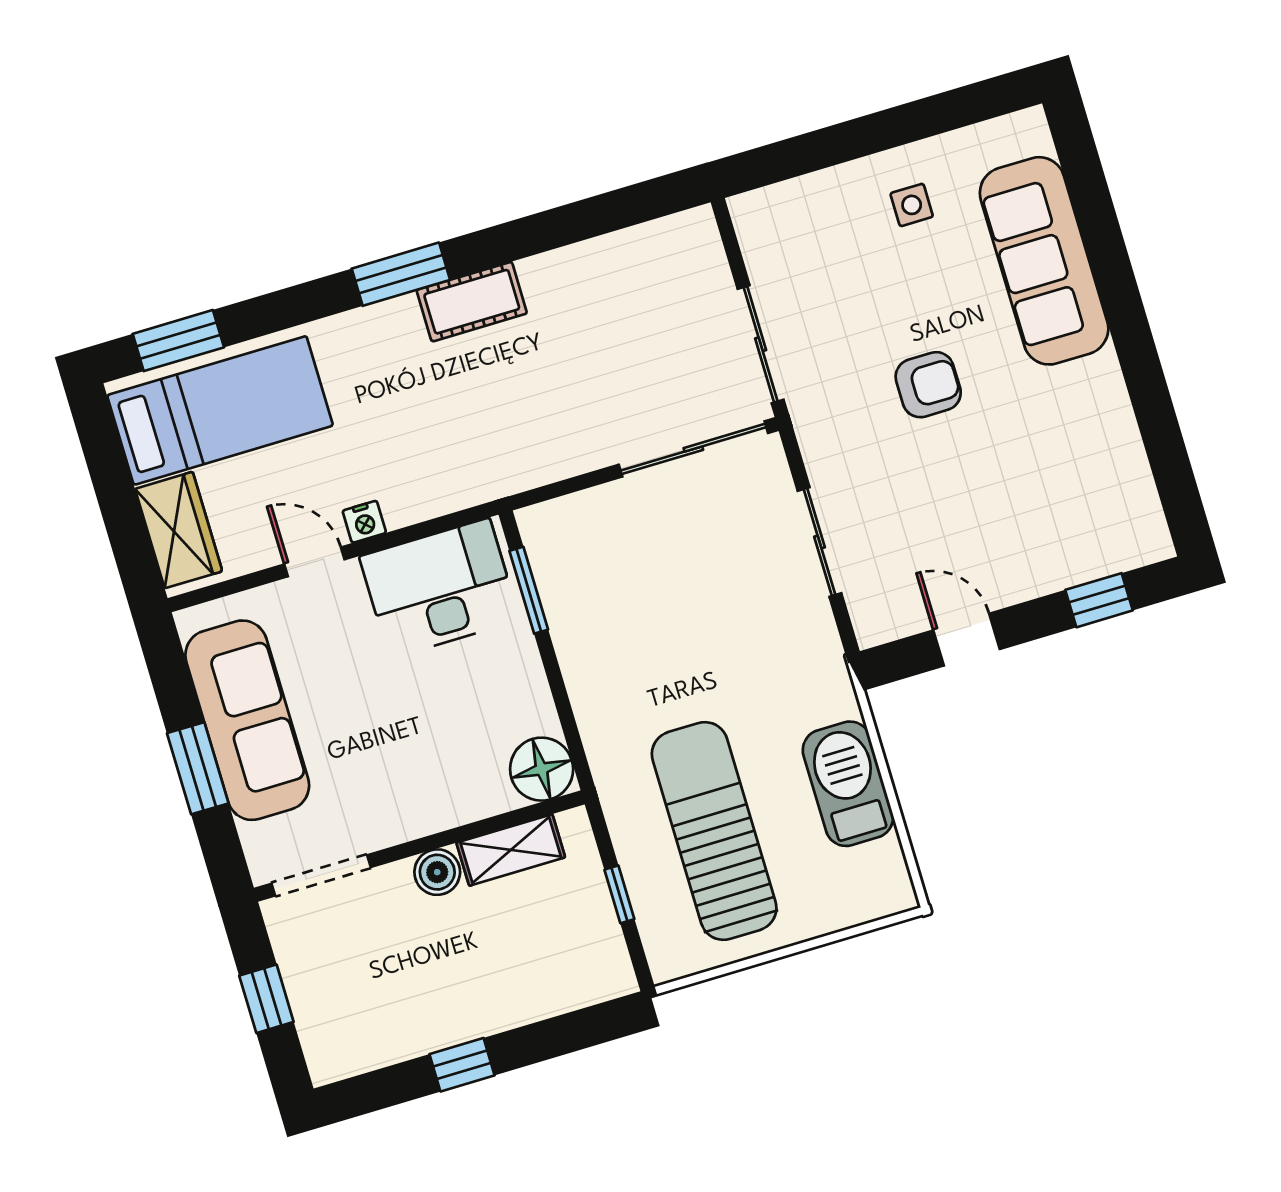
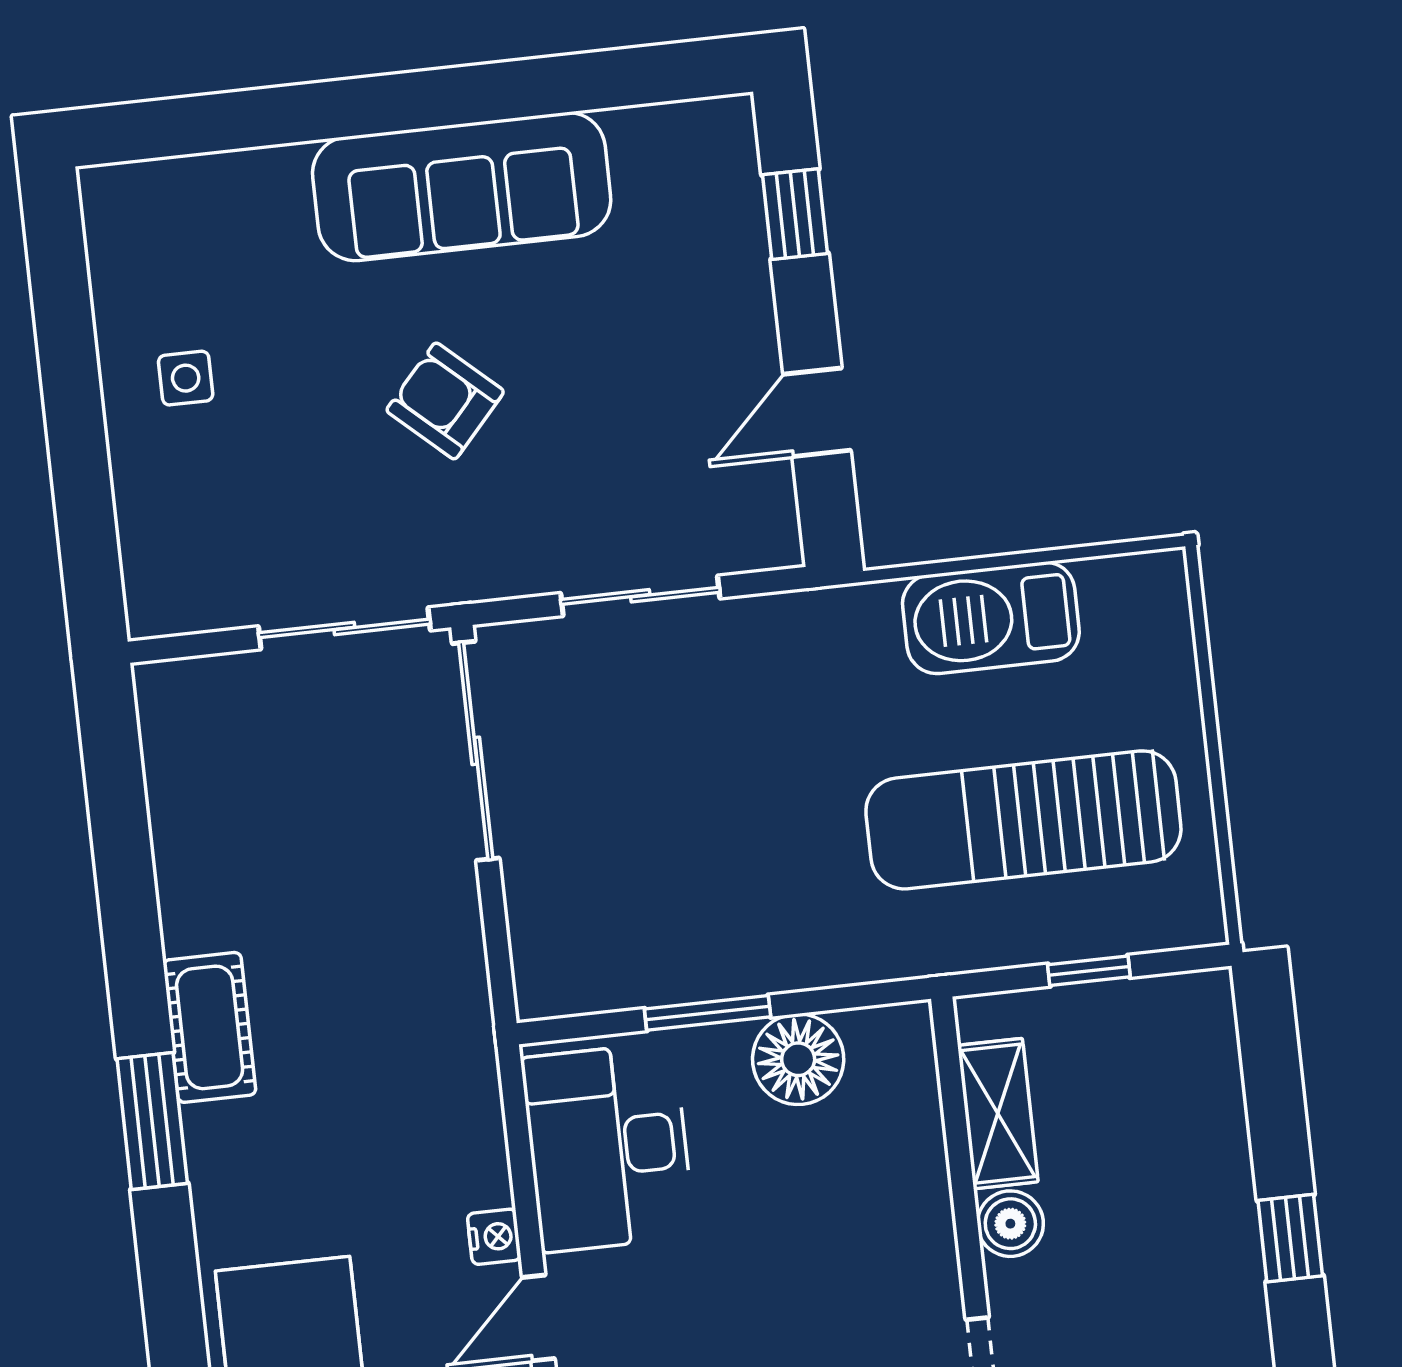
sofa: (1044, 261) -> (462, 187), moved
armchair: (928, 385) -> (445, 401), turned -48
window: (529, 590) -> (708, 1013), moved
floor lamp: (542, 769) -> (798, 1059), moved

